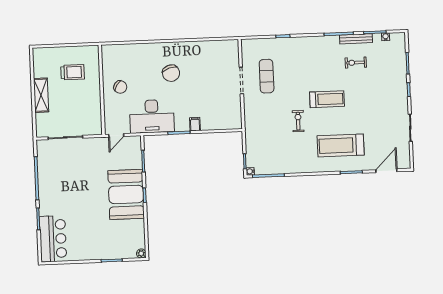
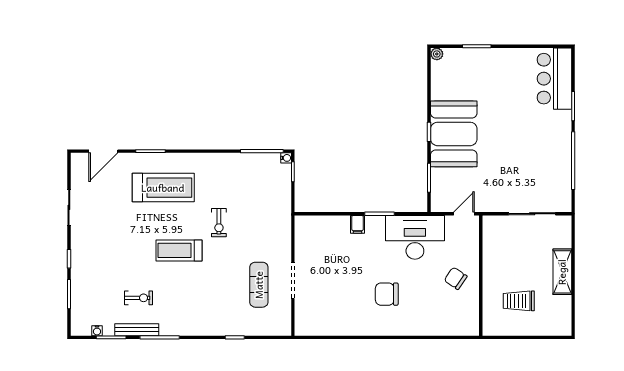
chair: (171, 73) -> (387, 294), turned -72

